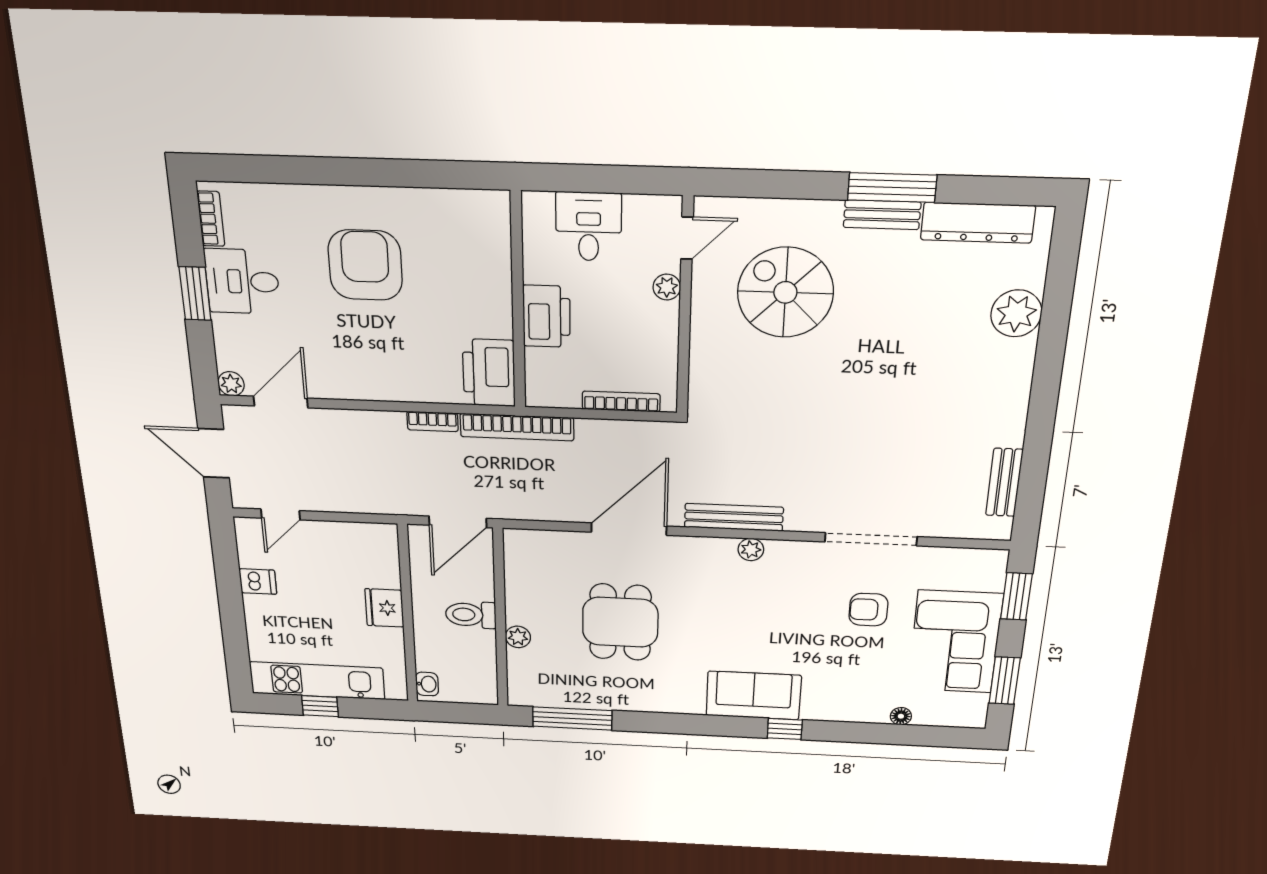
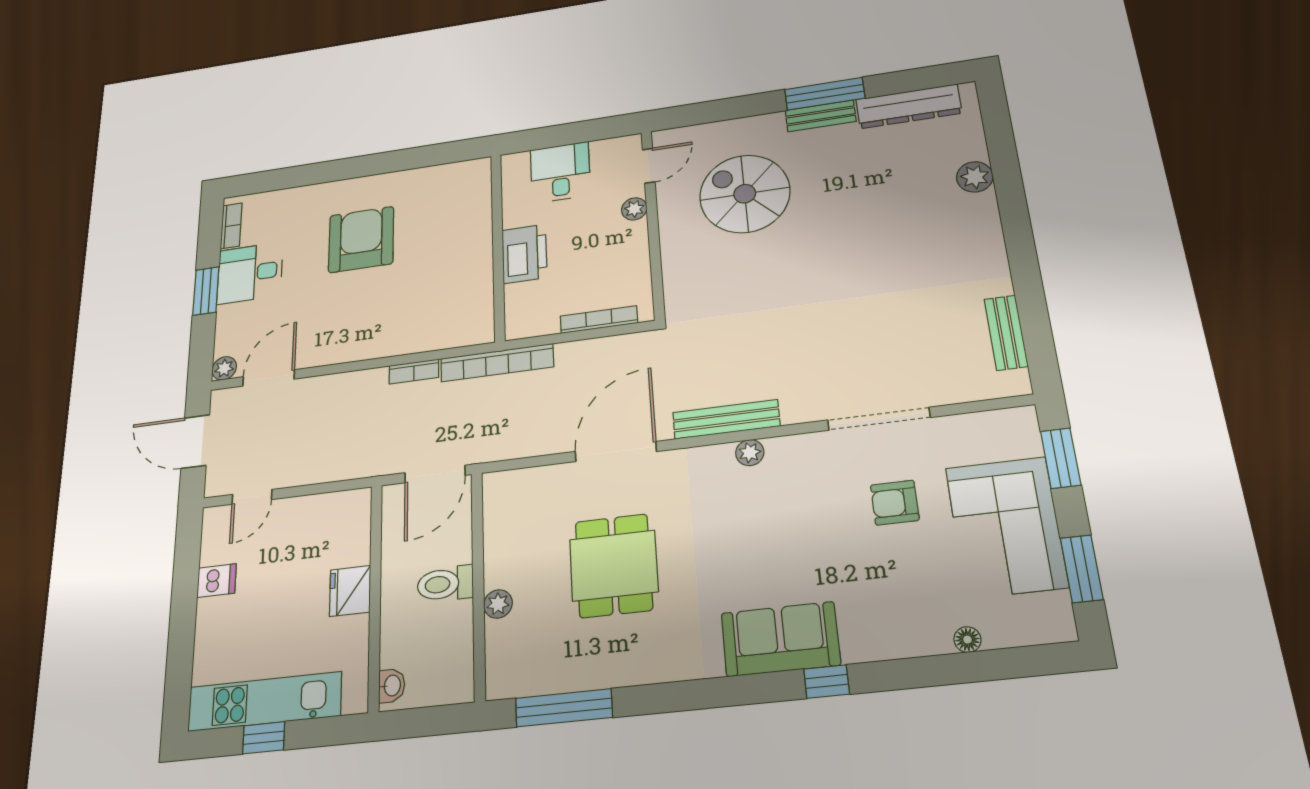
plant: (1016, 313) -> (975, 177), width x0.73, depth x0.73
printer: (489, 373) -> (470, 315), removed

